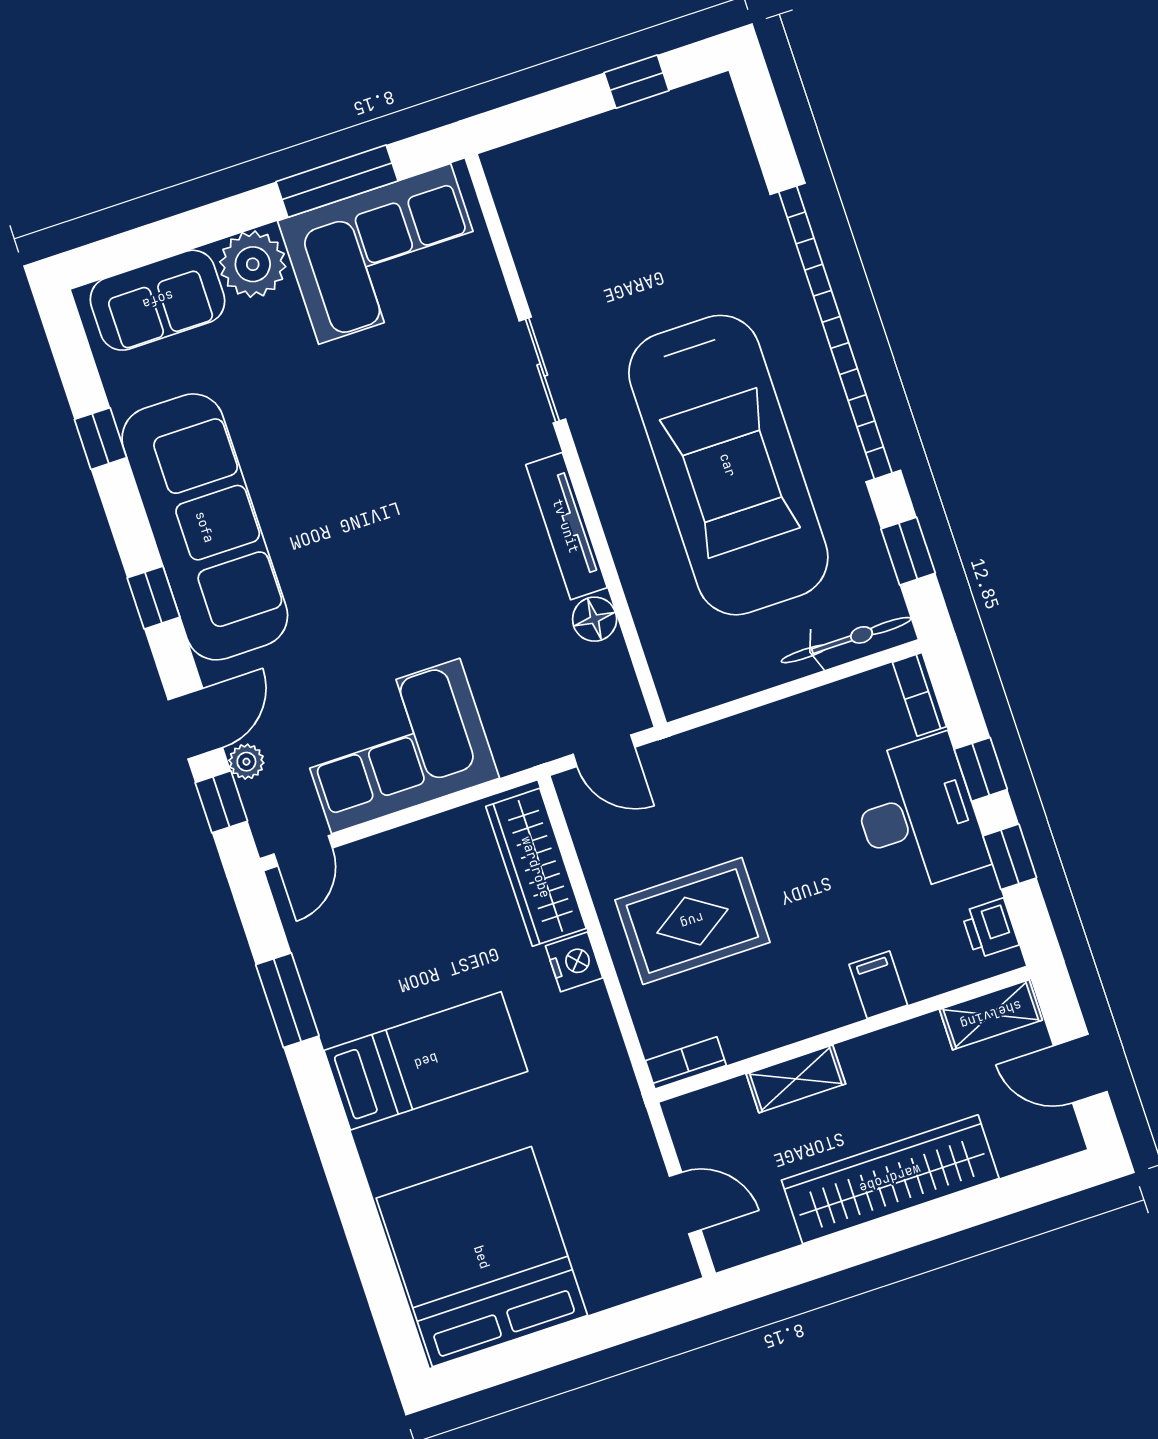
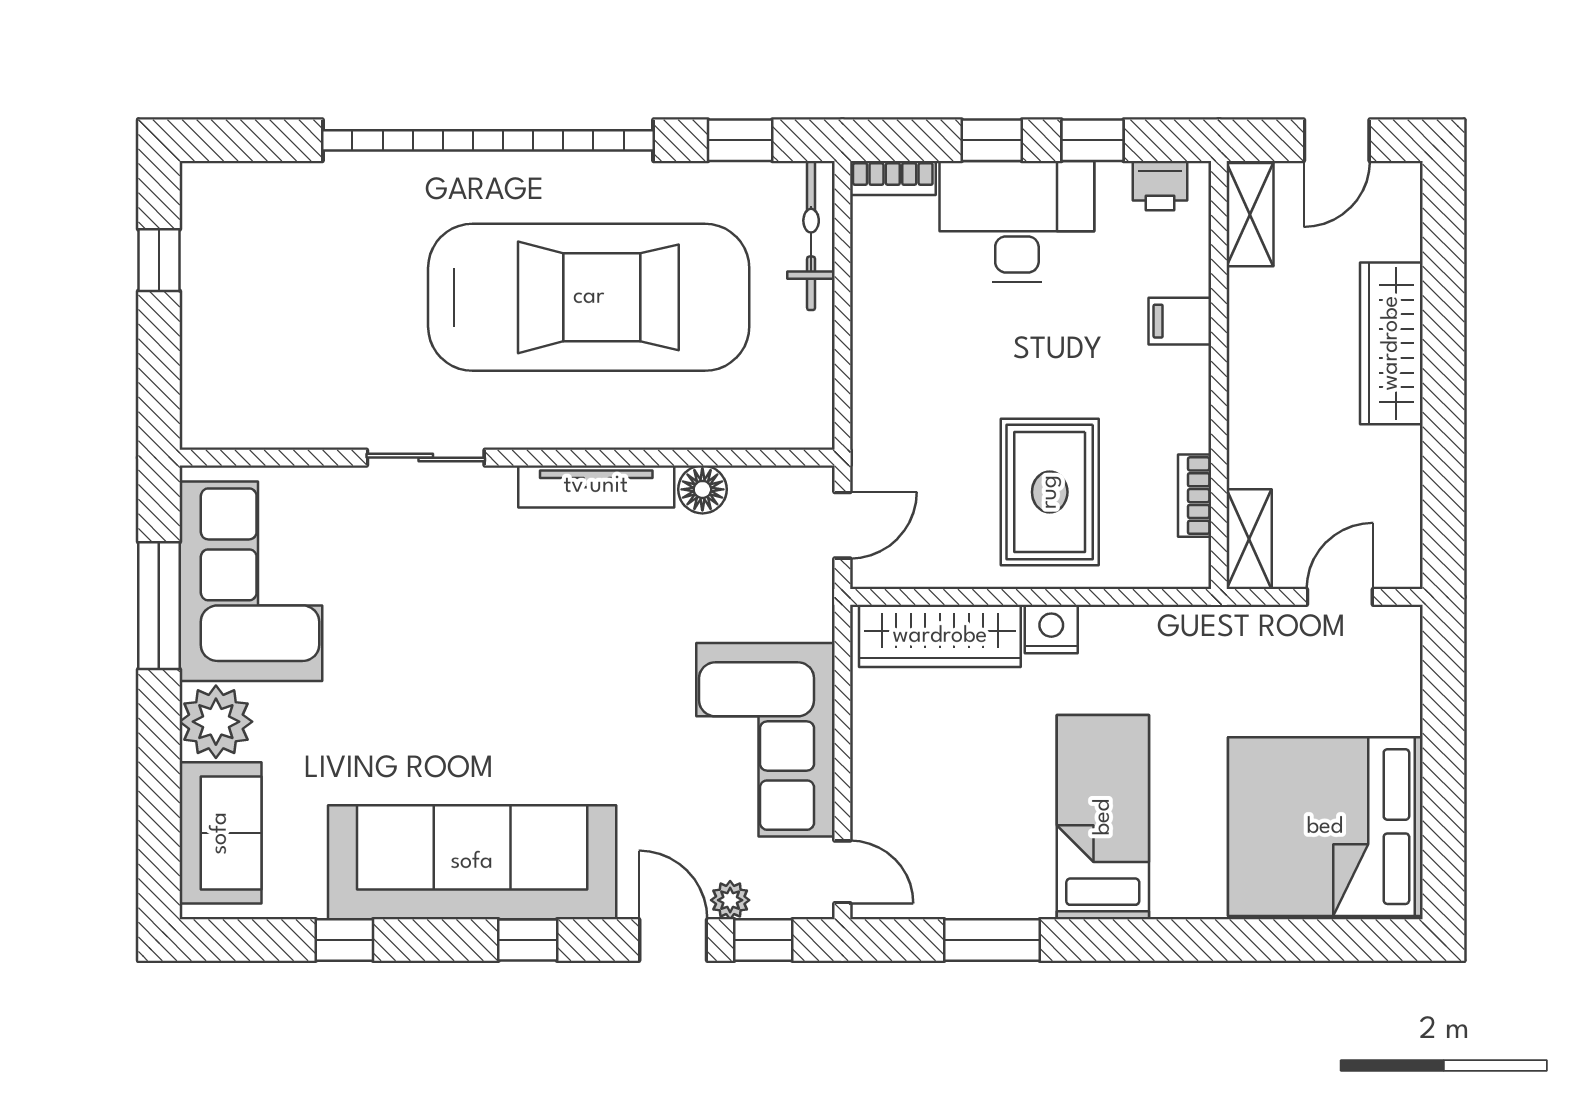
bookcase: (686, 1063) -> (1195, 496), moved
shelving: (796, 1079) -> (1249, 539), moved
wardrobe: (890, 1179) -> (1391, 343), width x0.71, depth x0.85

